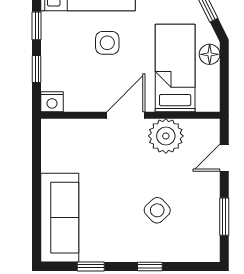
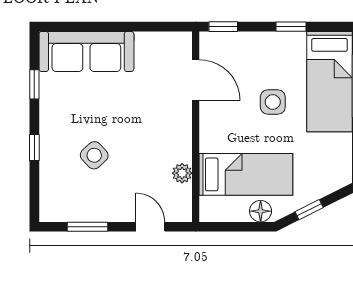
window: (37, 69) -> (223, 27), moved
nightstand: (52, 102) -> (210, 43), removed
door: (126, 115) -> (196, 80), moved
plant: (166, 136) -> (182, 173), width x0.53, depth x0.53

